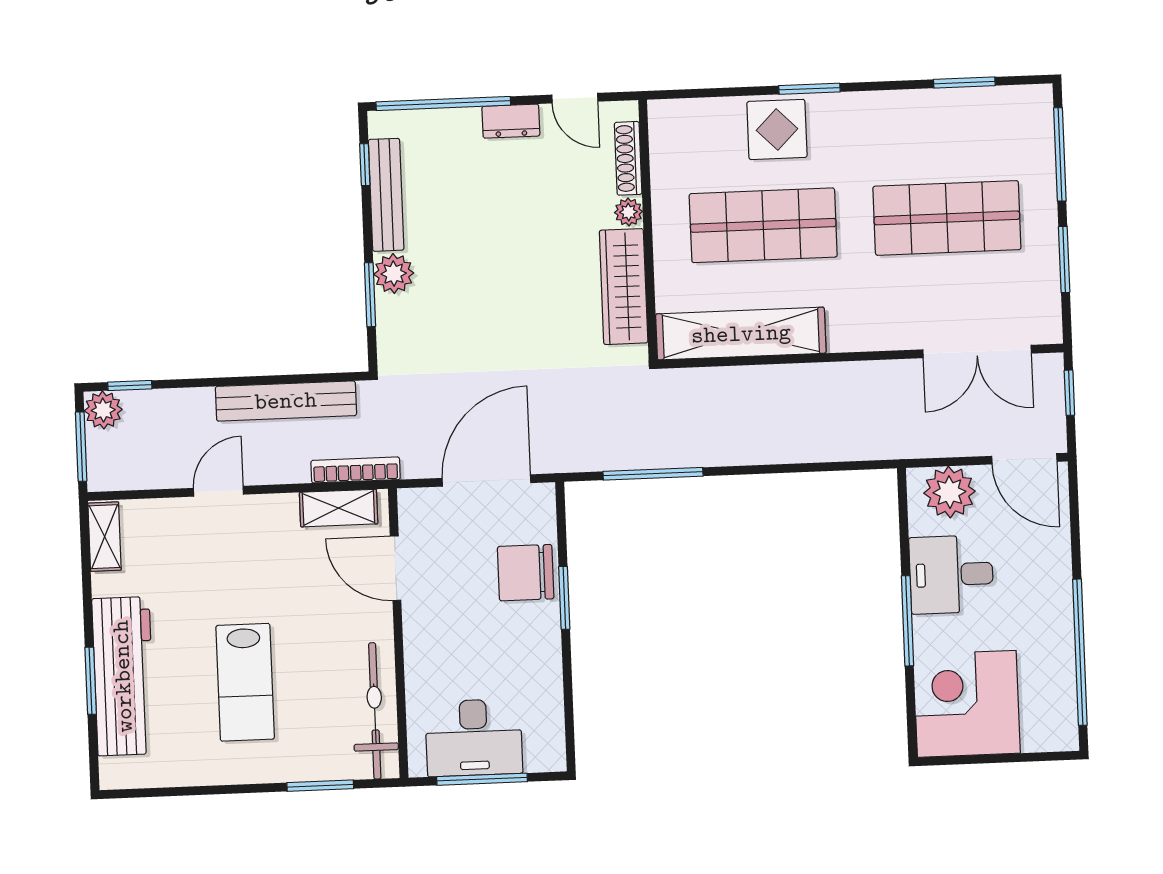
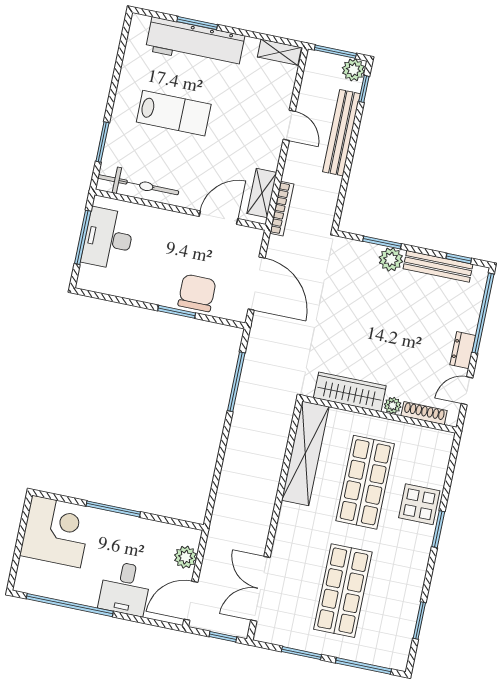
bench: (286, 401) -> (341, 133), moved
plant: (949, 492) -> (185, 557), width x0.73, depth x0.73
desk: (951, 574) -> (125, 588), moved, turned 180
lab bench: (245, 682) -> (174, 113), turned 180

